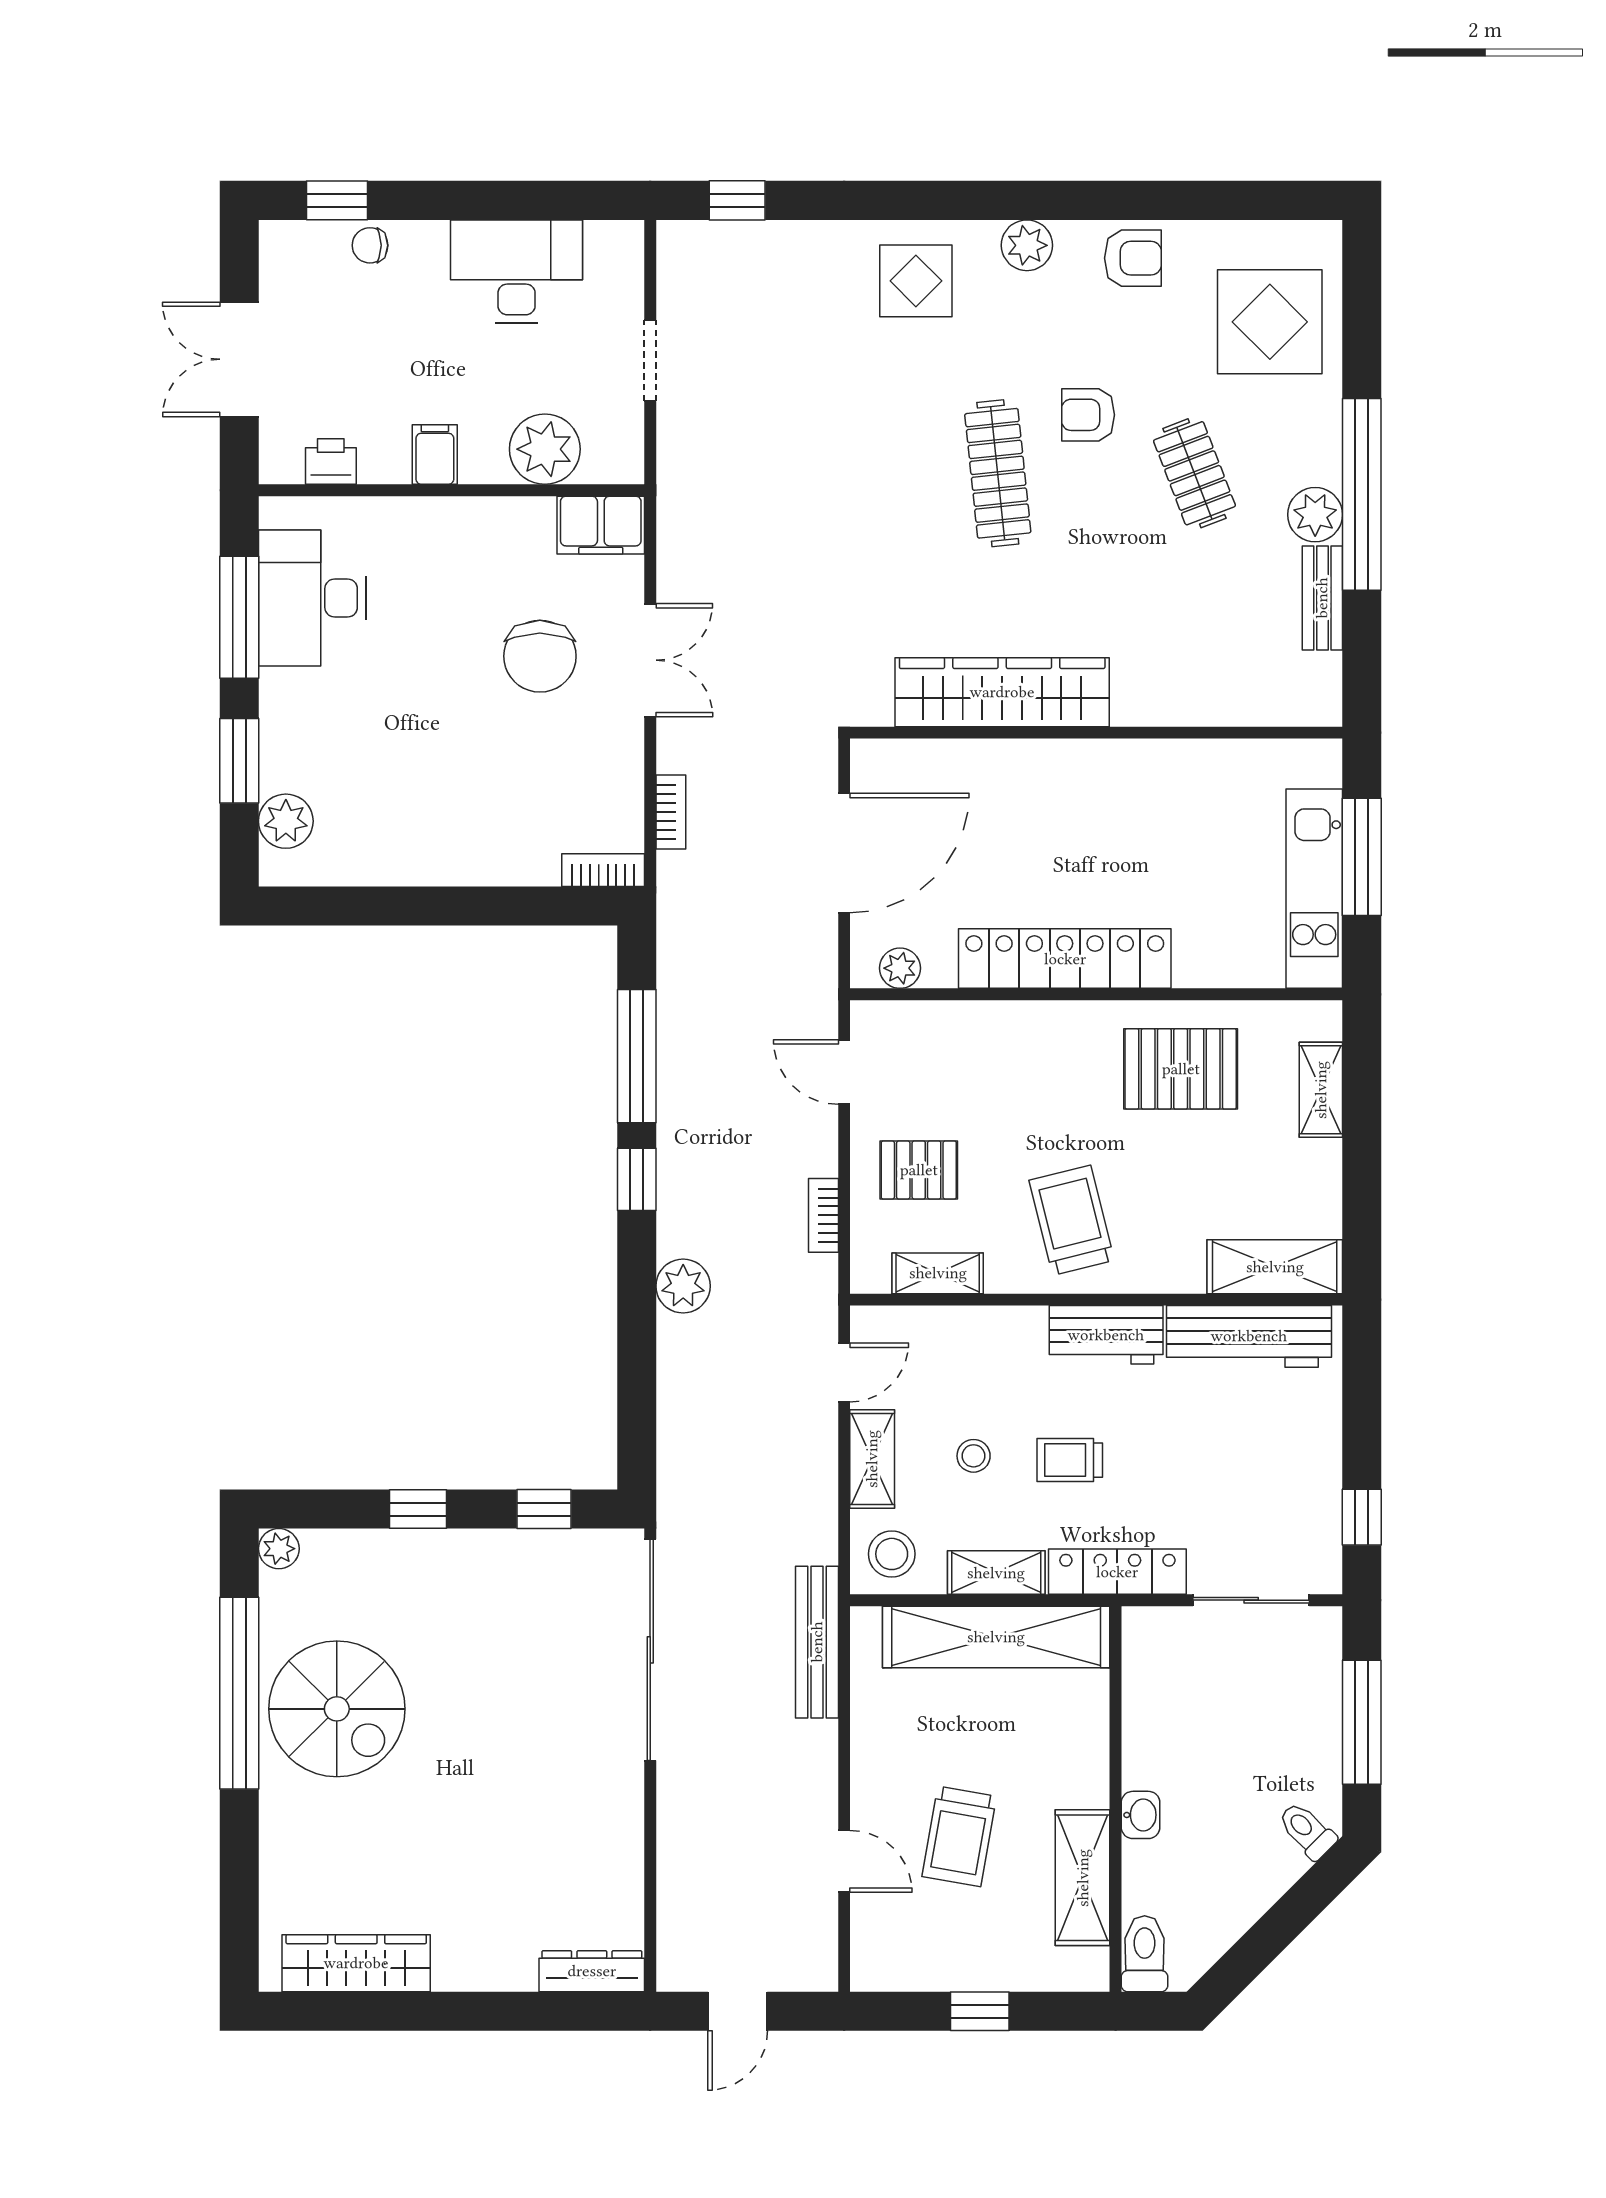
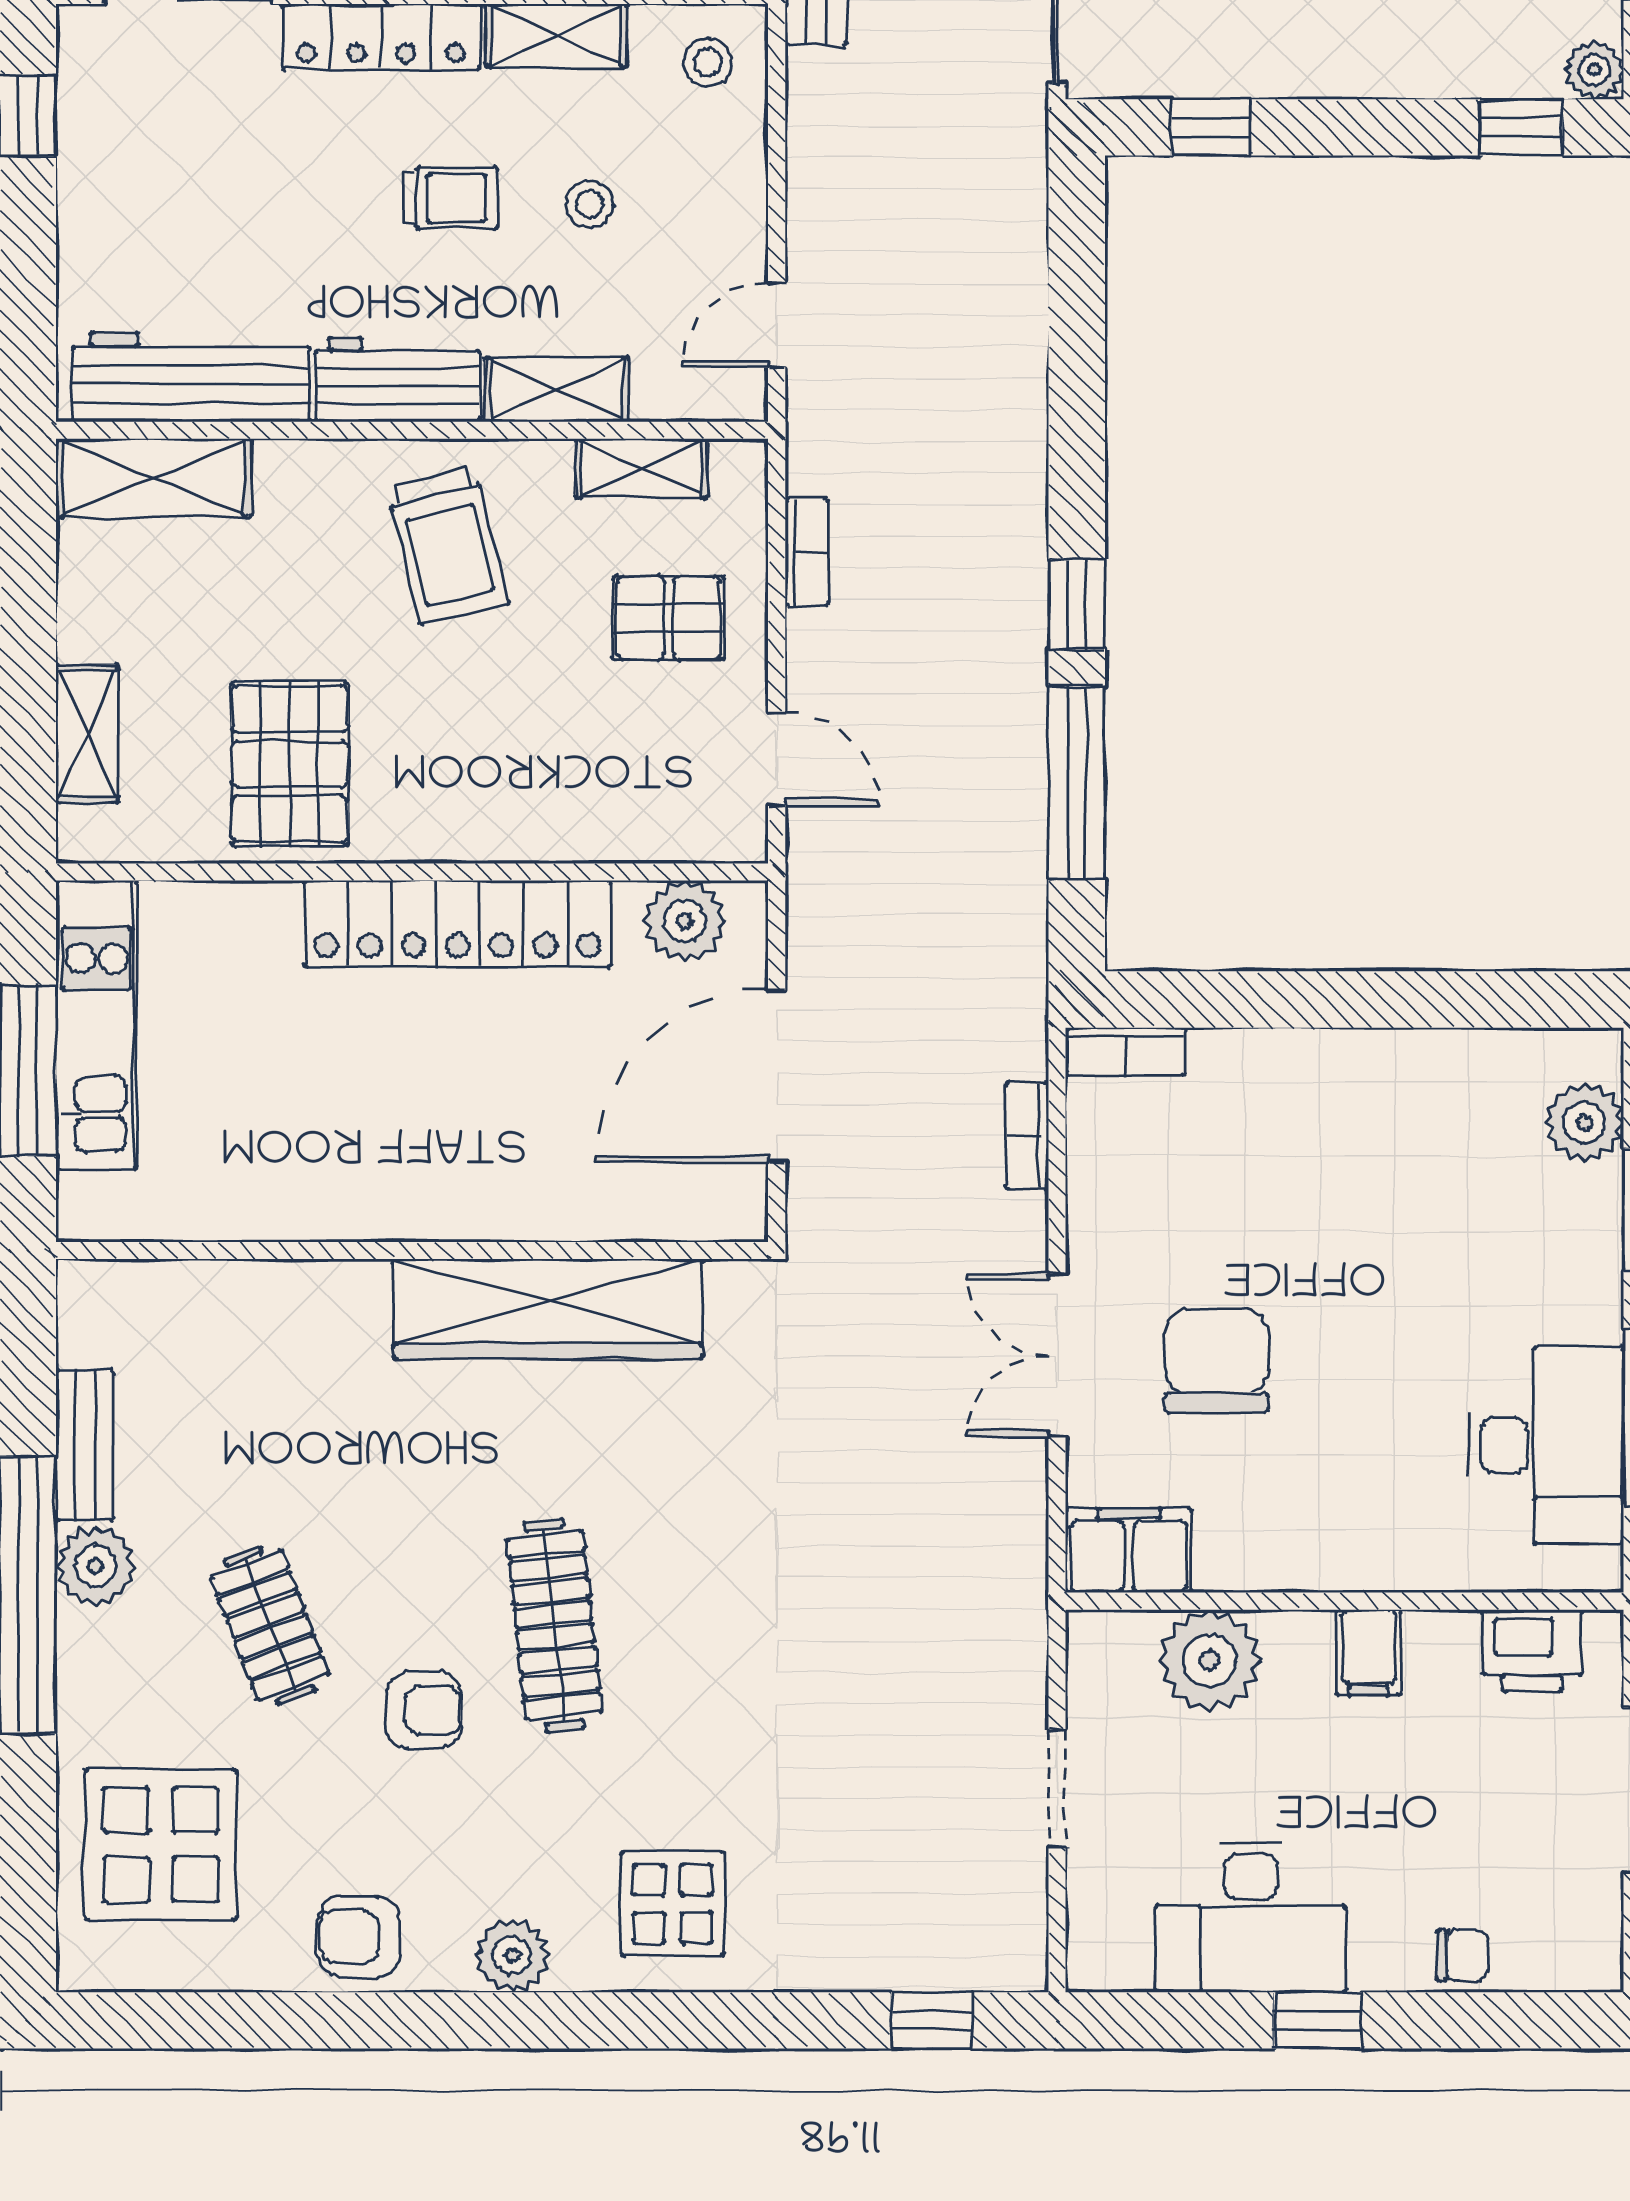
window: (337, 200) -> (1318, 2020), moved
printer: (331, 461) -> (1532, 1651), width x1.36, depth x1.24
plant: (900, 968) -> (685, 921), width x1.38, depth x1.38
pallet: (1181, 1069) -> (290, 764), turned 90
plant: (683, 1286) -> (1010, 450), removed
shelving: (872, 1459) -> (557, 390), moved, turned 90
window: (418, 1509) -> (1521, 127), moved
stool: (892, 1554) -> (708, 62), width x0.73, depth x0.73

